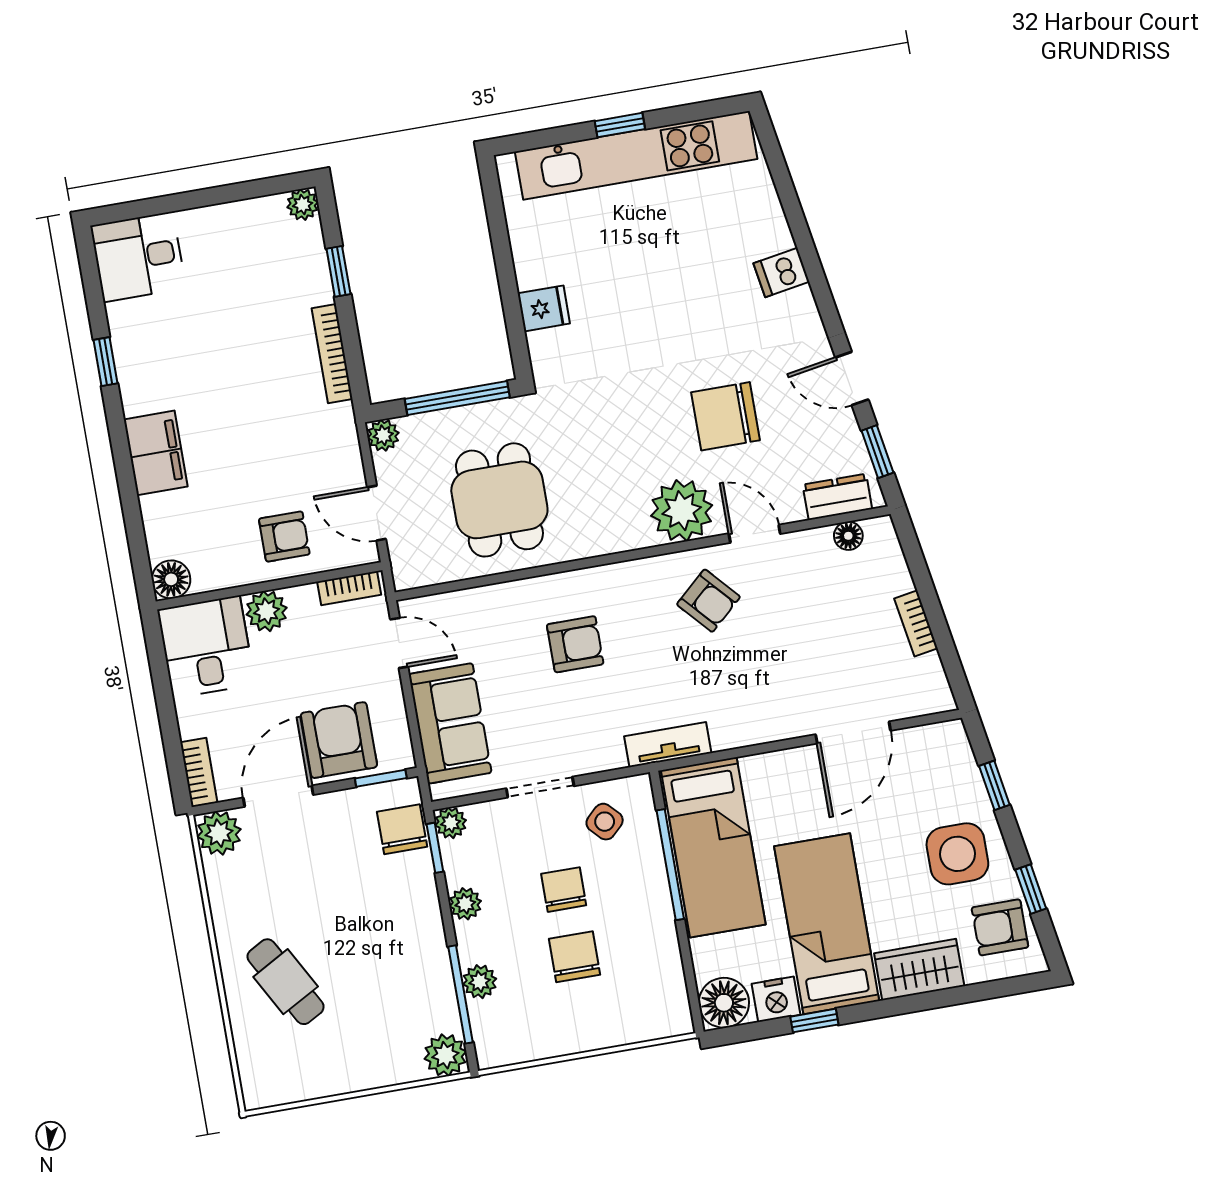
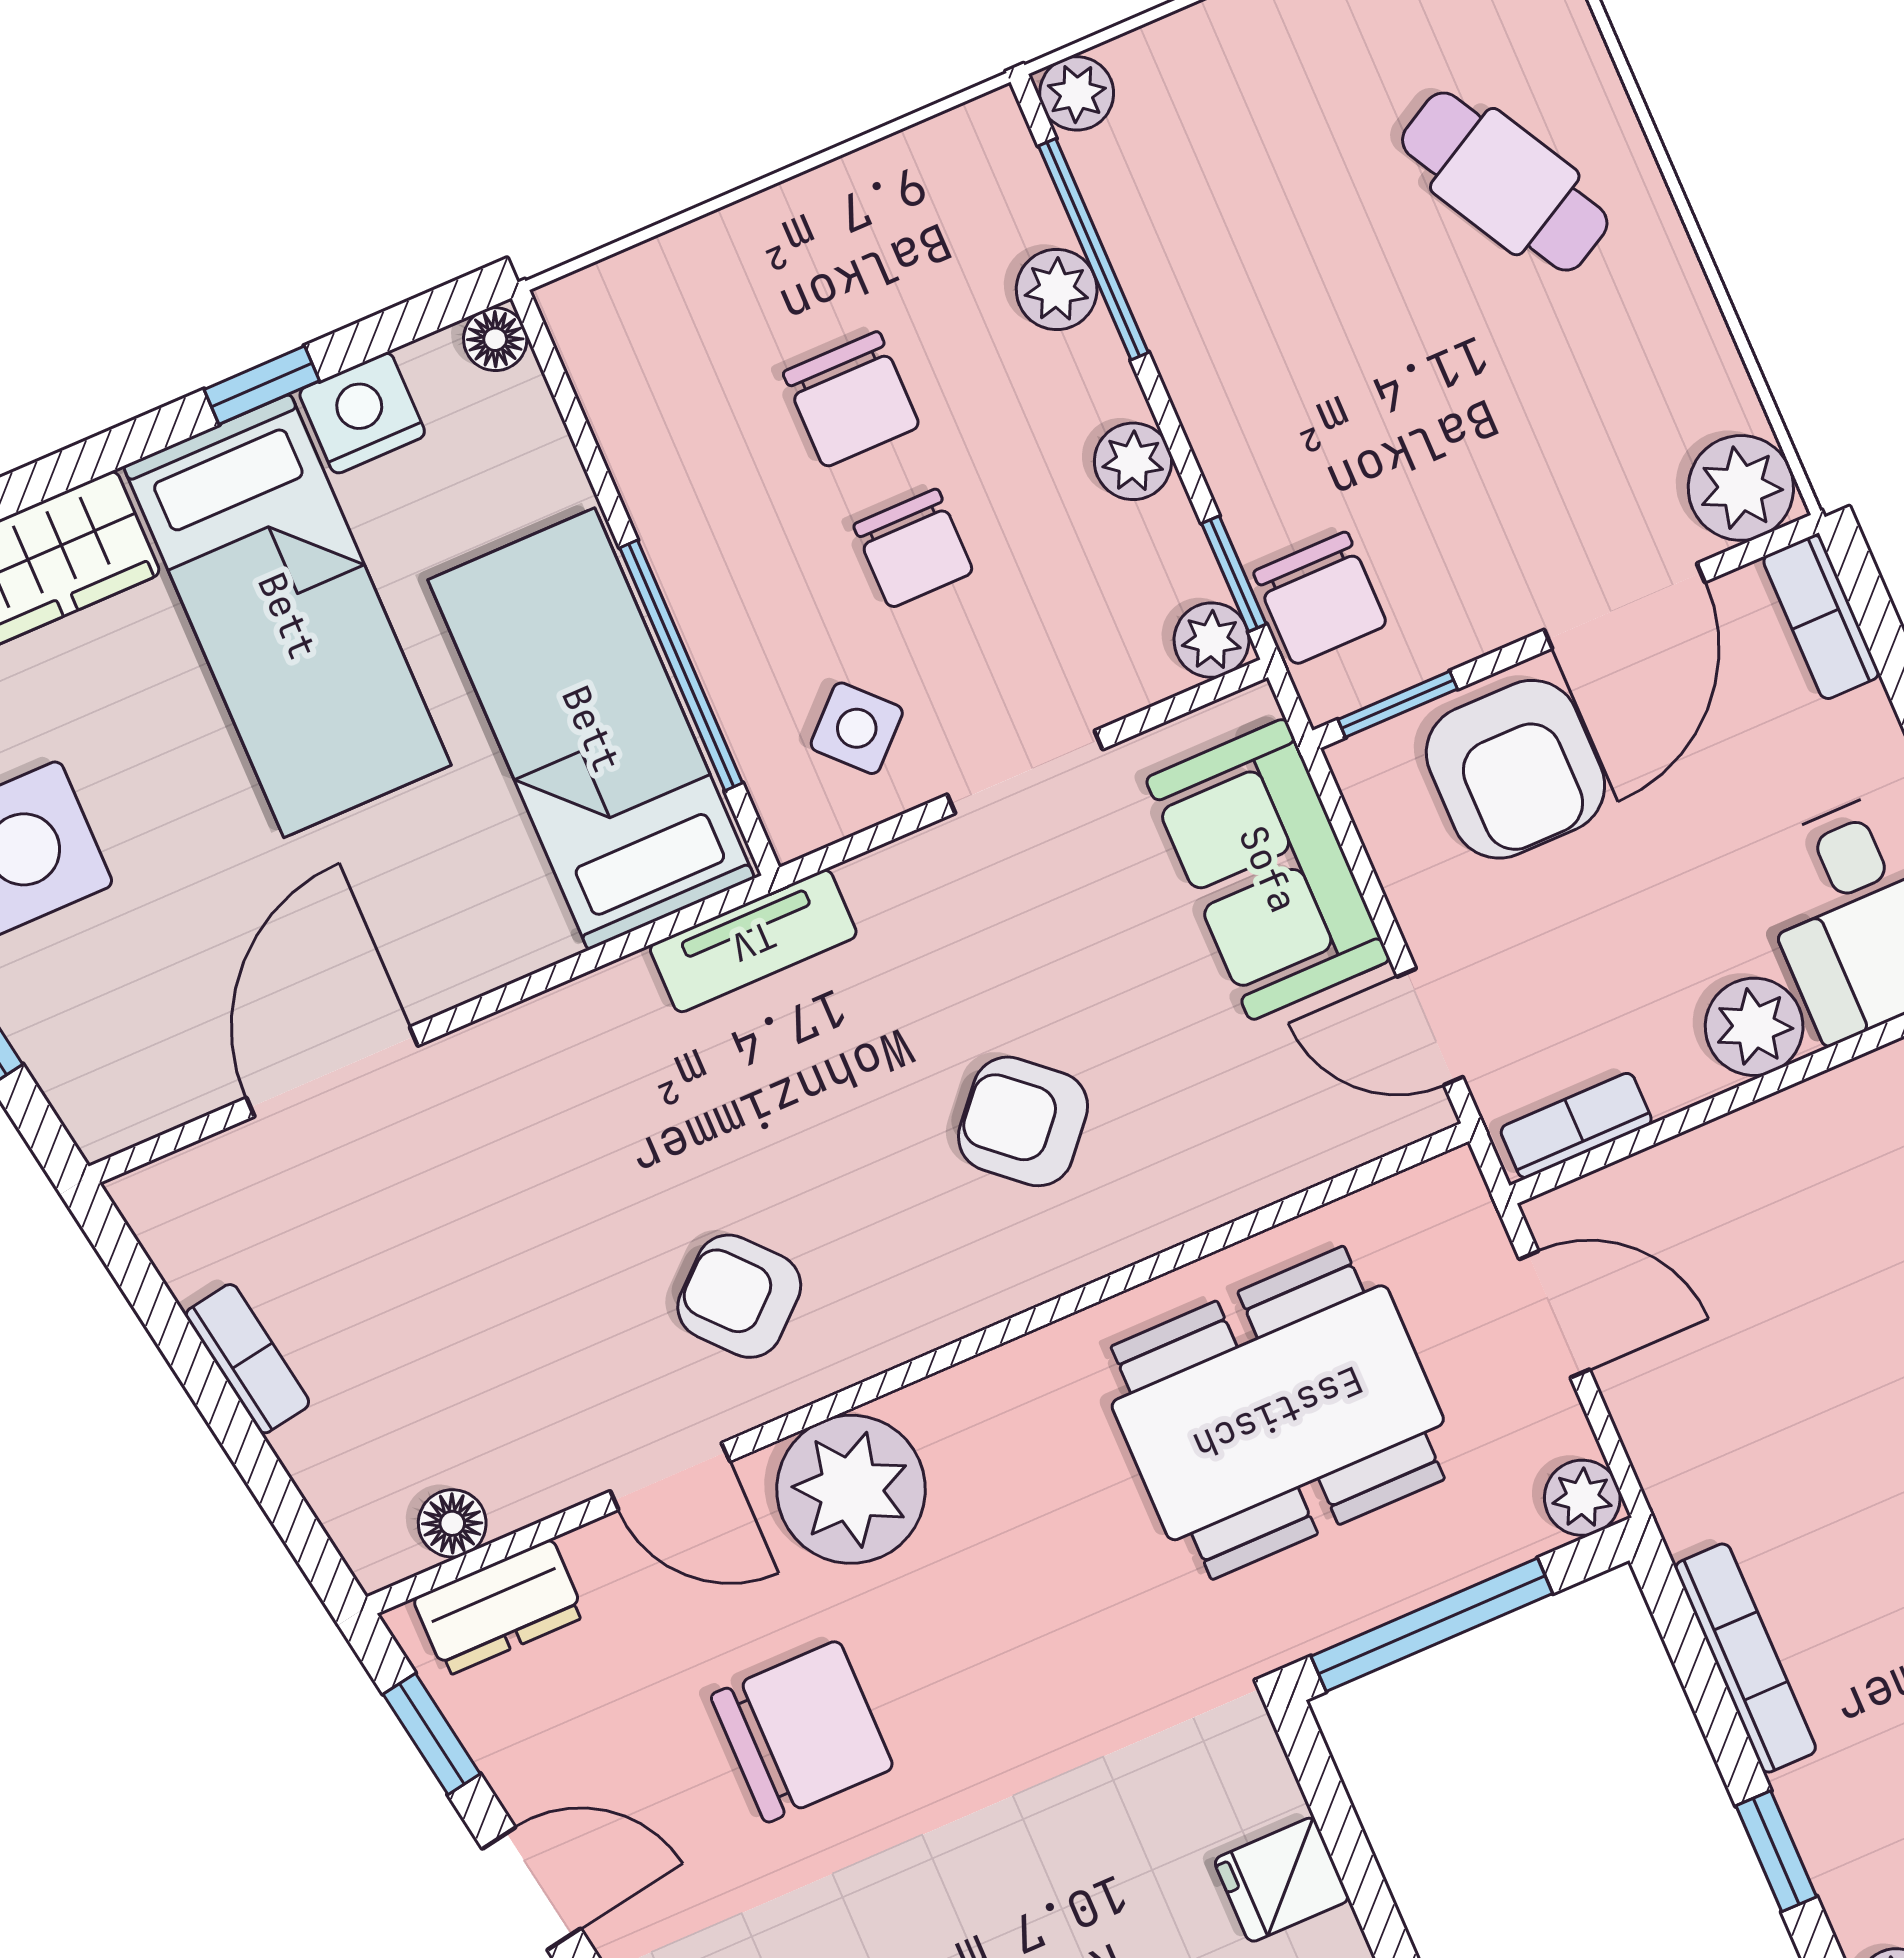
dining table: (499, 500) -> (1278, 1413), width x1.38
armchair: (284, 537) -> (1754, 1209), removed
armchair: (575, 644) -> (1023, 1121), turned 41
floor lamp: (724, 1003) -> (495, 339), width x0.53, depth x0.53
plant: (445, 1055) -> (1077, 93), width x0.73, depth x0.73

